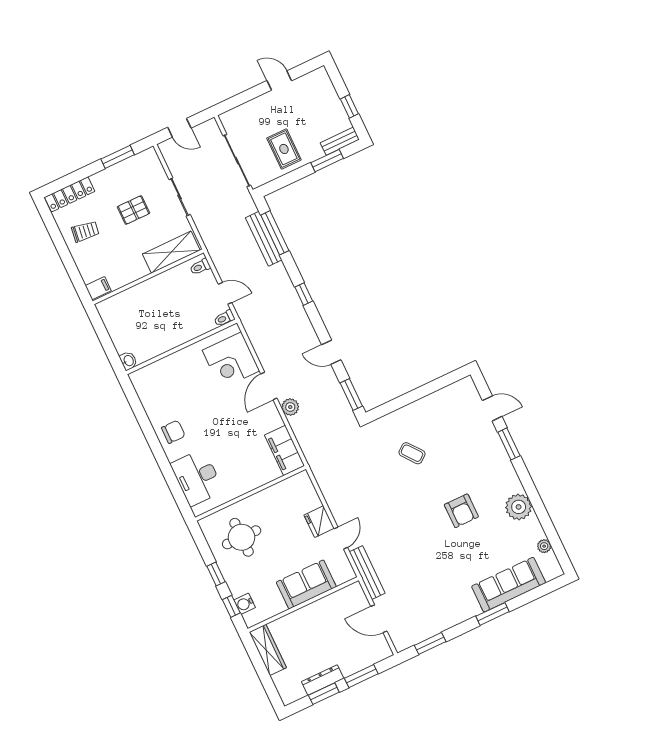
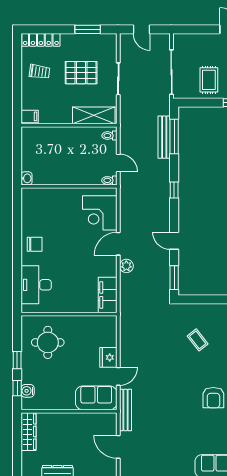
pallet: (134, 210) -> (81, 73), width x1.50, depth x1.42
sofa: (306, 584) -> (96, 398), moved

